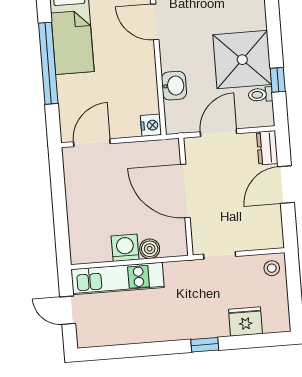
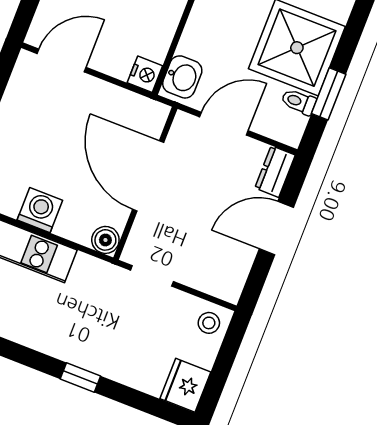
window: (278, 80) -> (329, 94), width x1.50
washbasin: (174, 86) -> (182, 77), moved
boiler: (150, 249) -> (105, 240), moved
fridge: (245, 321) -> (185, 385), moved, turned -90

